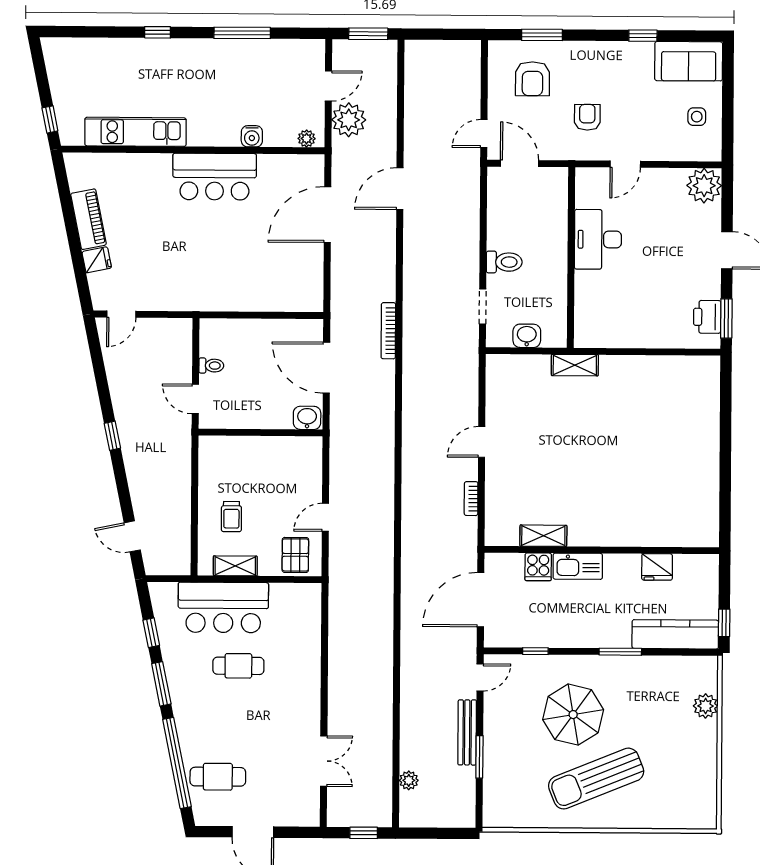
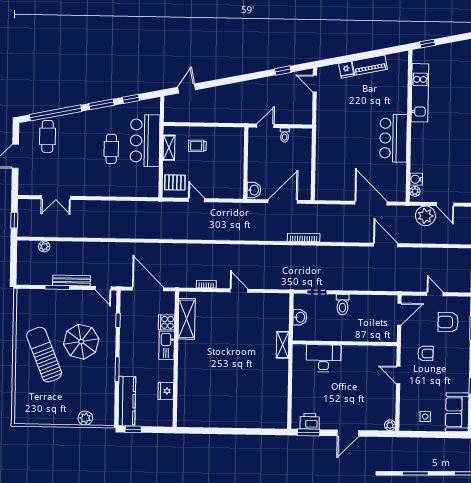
door: (484, 134) -> (435, 294), moved
water cooler: (252, 136) -> (416, 179), moved
plant: (704, 186) -> (390, 425), width x0.53, depth x0.53
desk: (598, 239) -> (324, 358), moved
window: (112, 436) -> (283, 71), moved
shelving: (543, 536) -> (187, 319), width x1.50, depth x1.33

